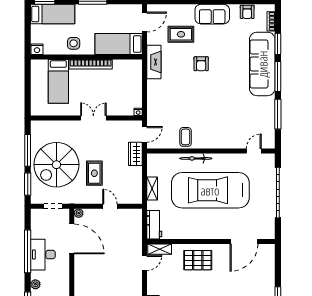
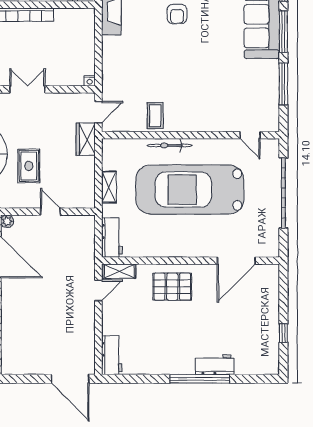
door: (254, 151) -> (250, 135), swing flipped

